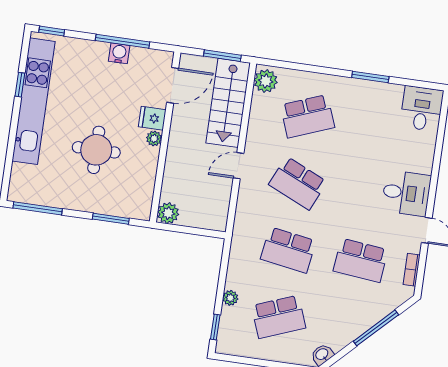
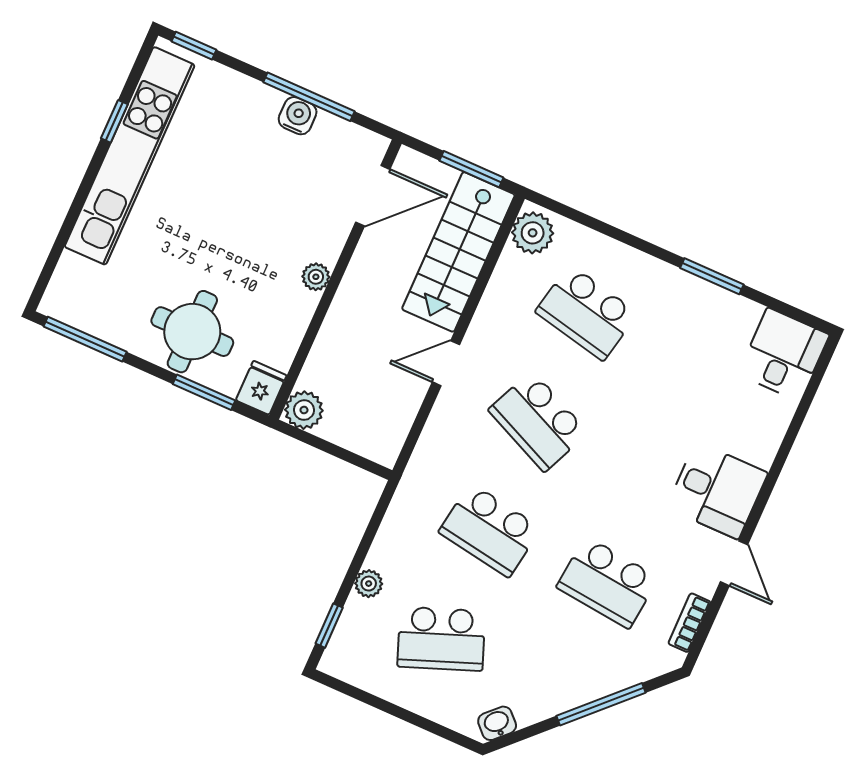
school desk: (307, 116) -> (587, 313), turned 33
fridge: (152, 118) -> (261, 388), moved, turned 90
round table: (96, 150) -> (192, 332), moved

